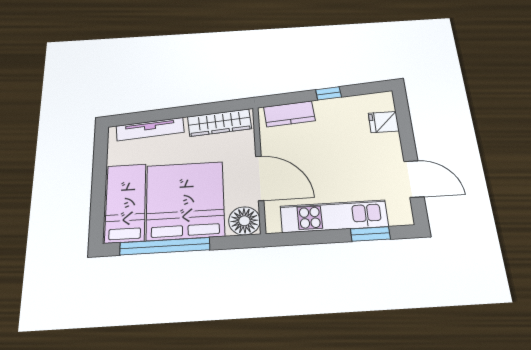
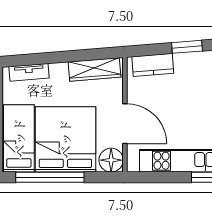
window: (328, 93) -> (187, 47), width x1.50
tv unit: (150, 129) -> (29, 72), width x0.71

